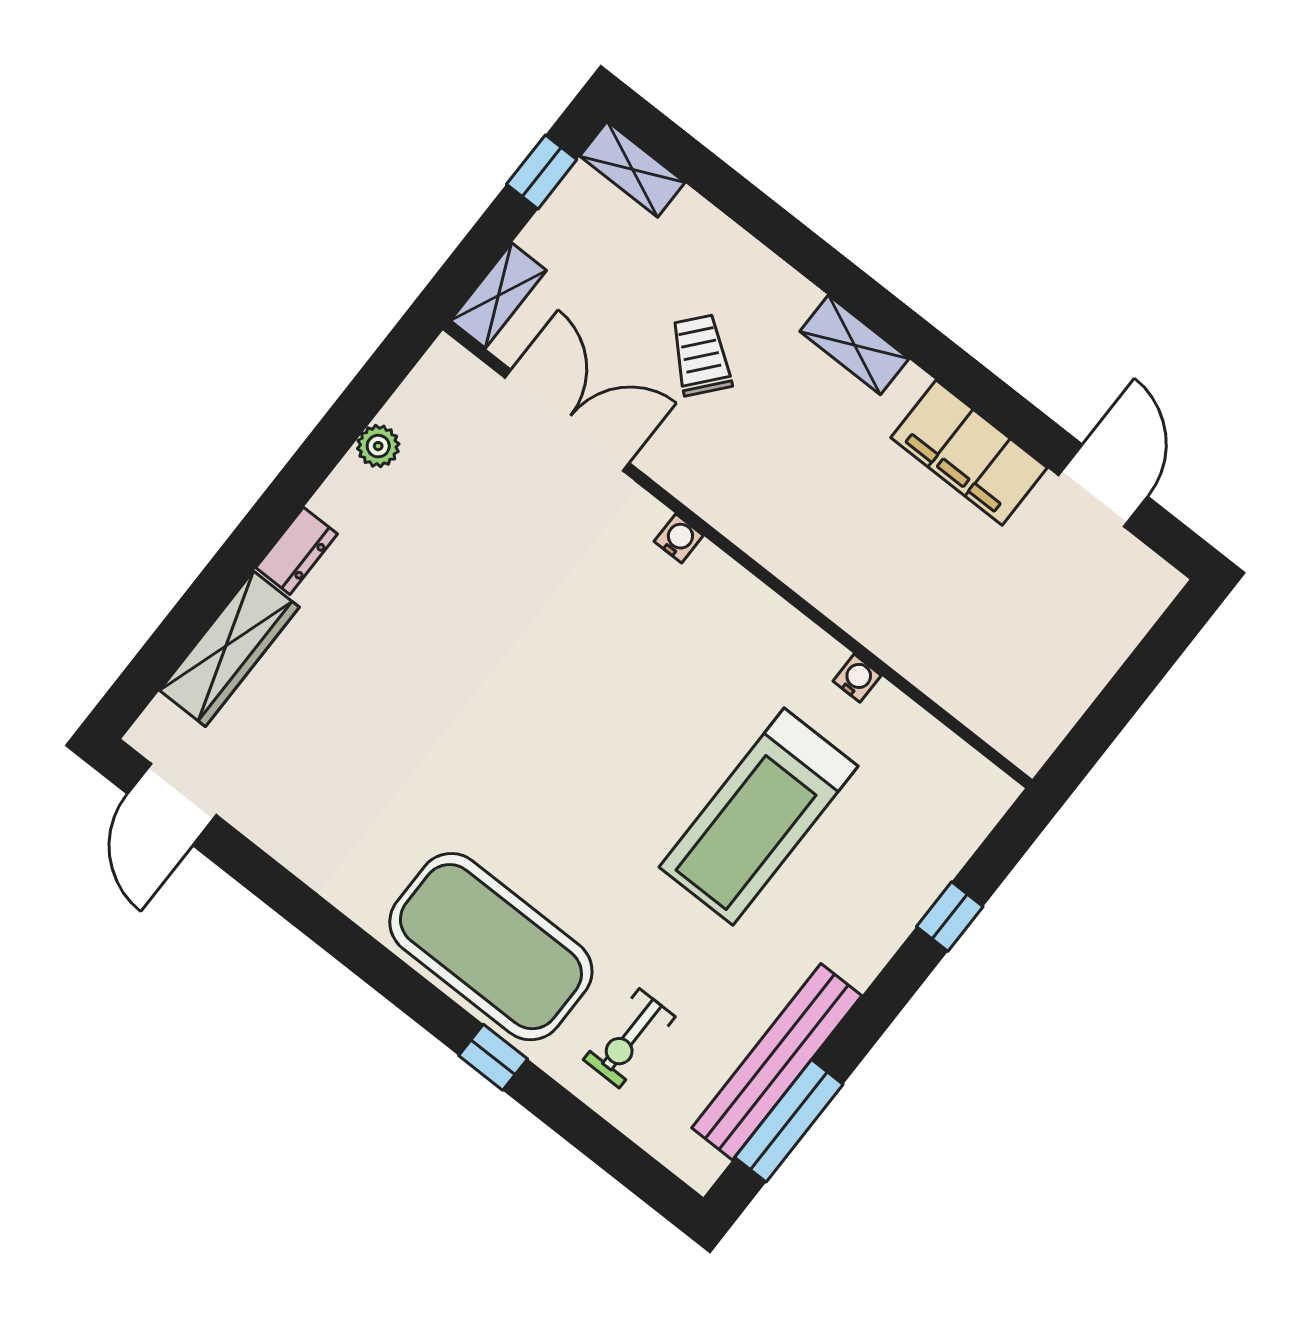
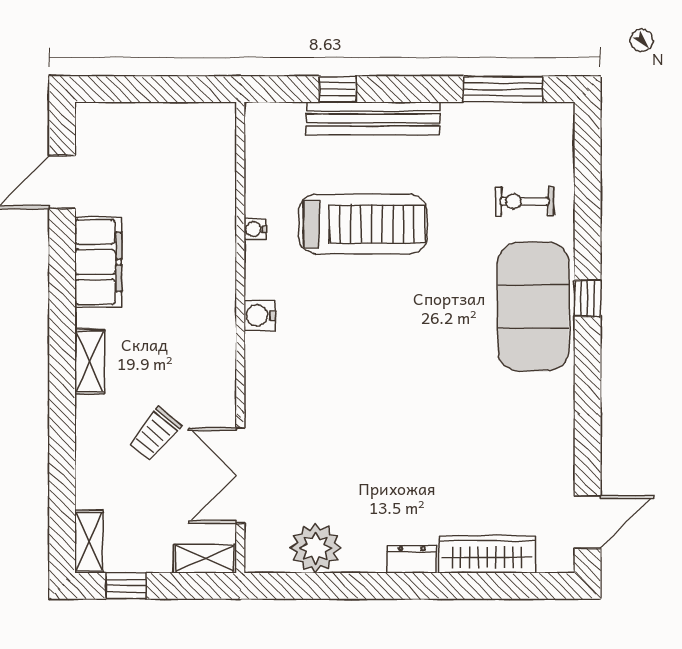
plant: (378, 446) -> (316, 548), width x1.88, depth x1.88
water cooler: (679, 538) -> (260, 316), moved, width x1.38, depth x1.38
exercise bike: (629, 1038) -> (525, 201), turned 180
window: (493, 1057) -> (588, 298), moved
bench: (777, 1062) -> (373, 118), moved

